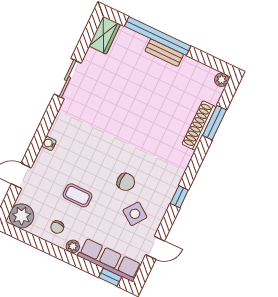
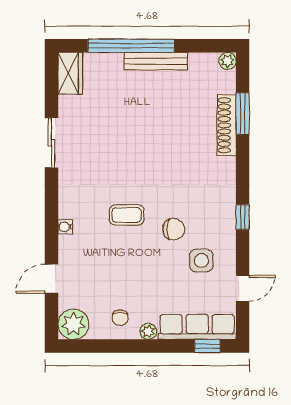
bench: (164, 53) -> (156, 61), width x1.36
coffee table: (77, 195) -> (127, 215), moved
side table: (135, 214) -> (201, 260), turned -36

